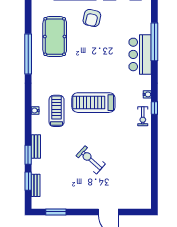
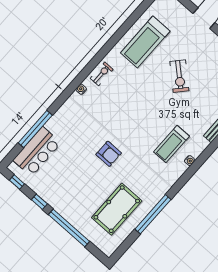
armchair: (92, 18) -> (109, 154), moved, turned 77
bar counter: (140, 54) -> (37, 152), moved
treadmill: (93, 103) -> (145, 42), moved, turned 90
window: (154, 108) -> (85, 72), removed

